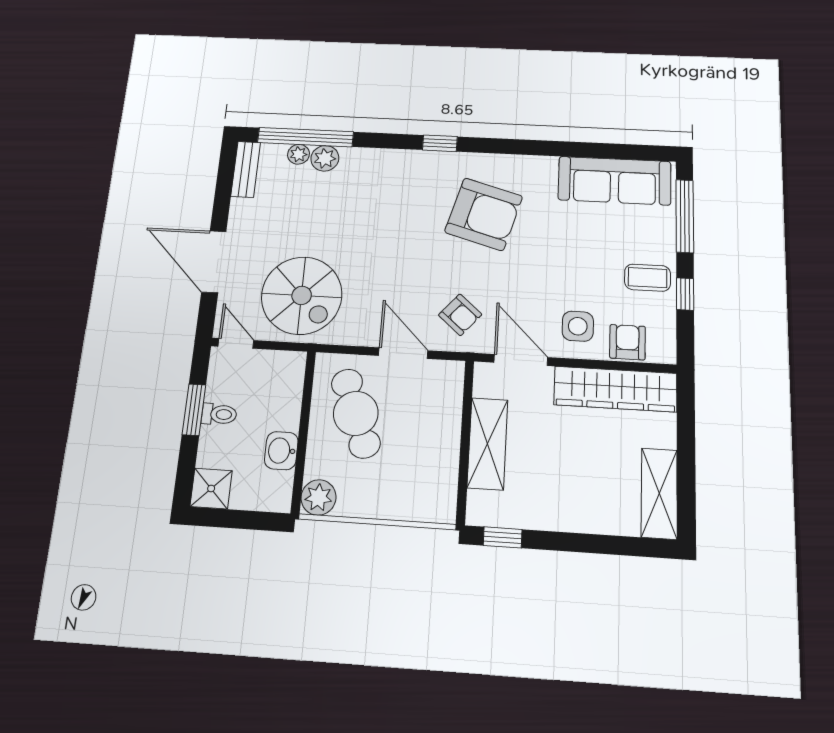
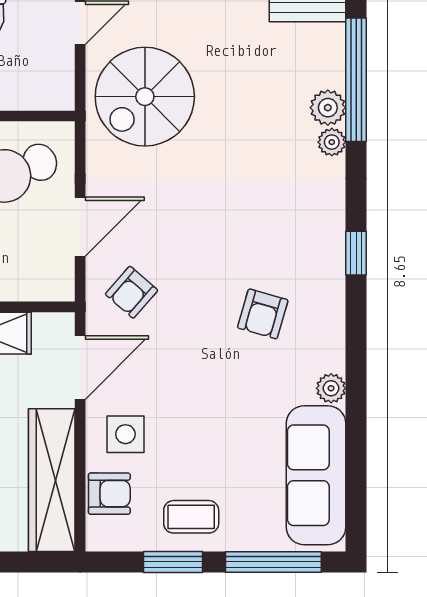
plant: (298, 154) -> (332, 142), moved
plant: (545, 166) -> (331, 388), added
armchair: (484, 214) -> (263, 314), width x0.53, depth x0.53
coffee table: (647, 278) -> (191, 517), turned 90
window: (685, 294) -> (173, 562), width x1.50

